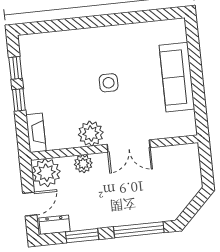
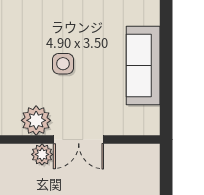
plant: (83, 164) -> (42, 154), moved

